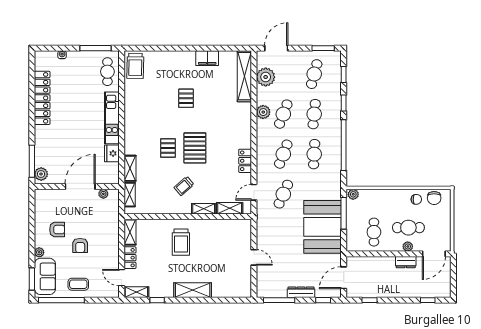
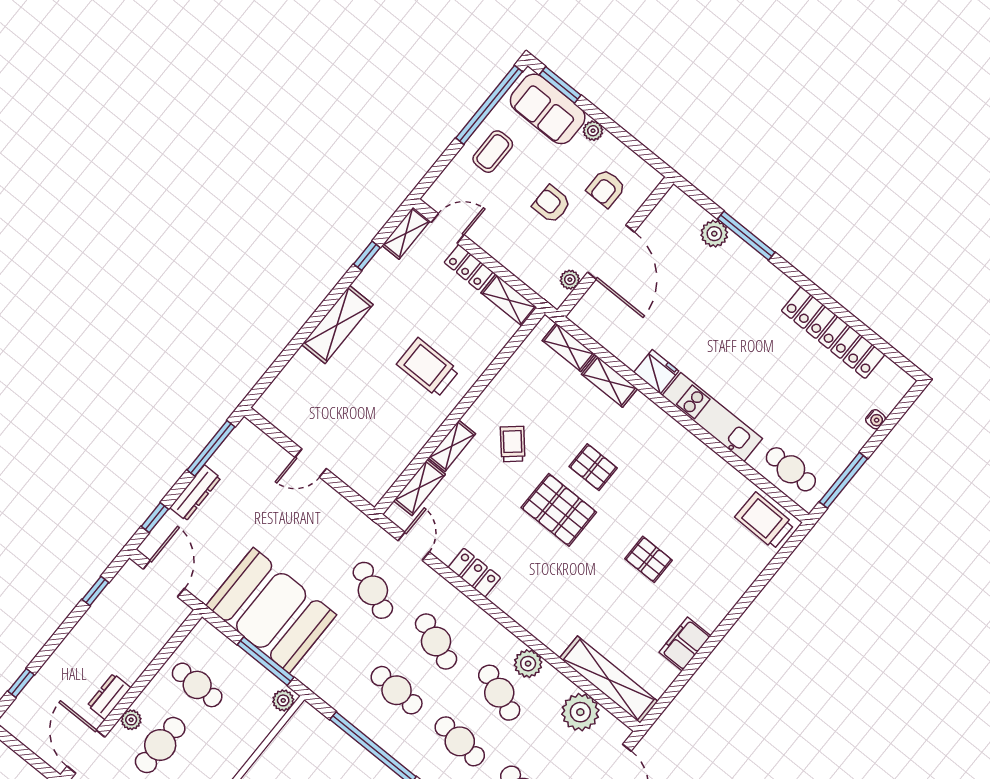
wall: (77, 187) -> (615, 247), moved
door: (80, 187) -> (611, 252), moved
plant: (103, 194) -> (570, 280), moved

